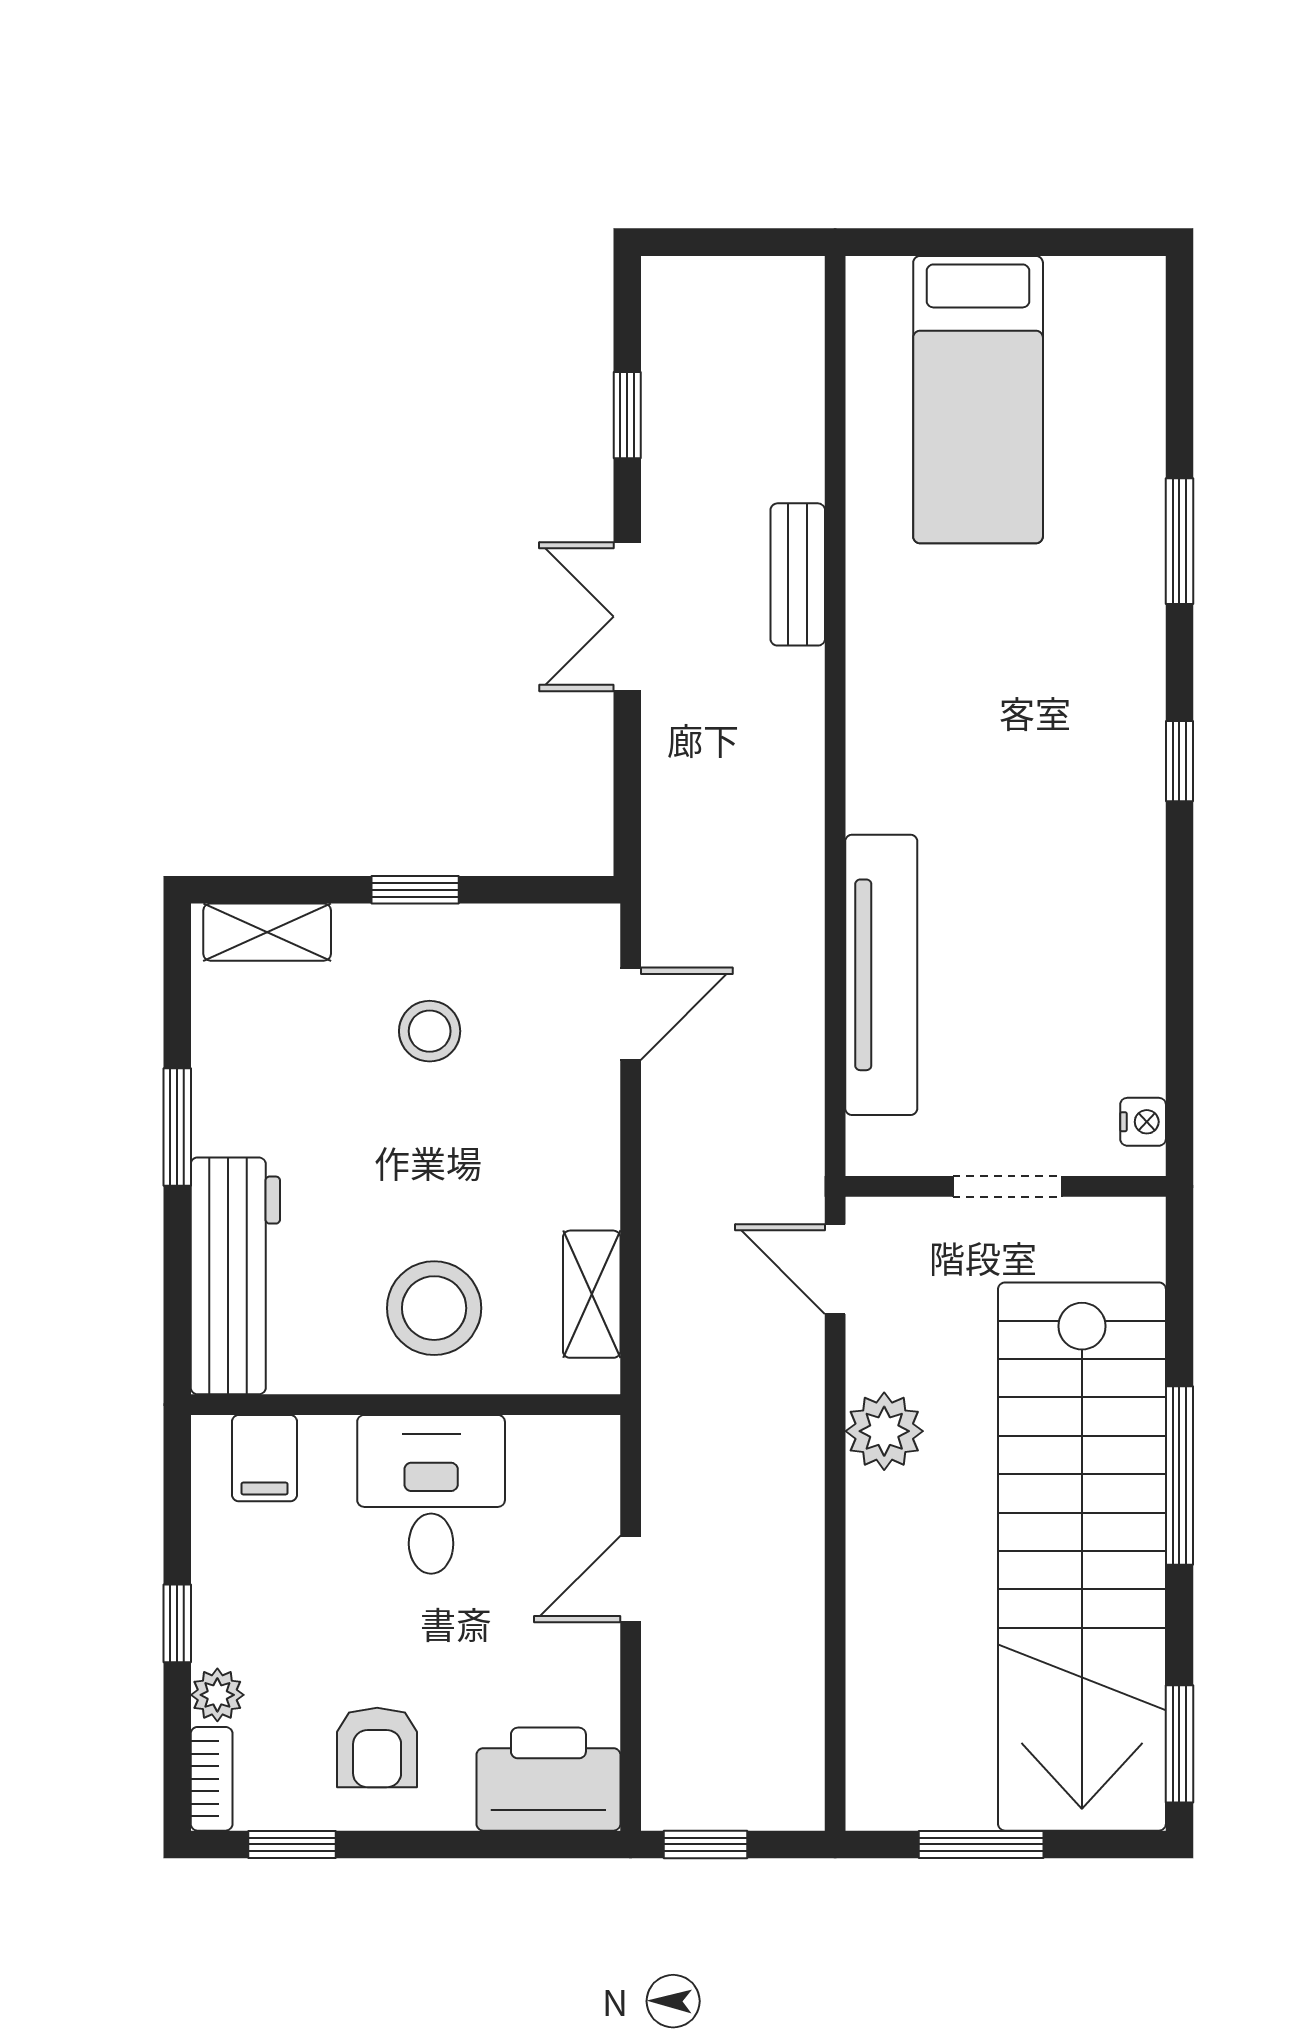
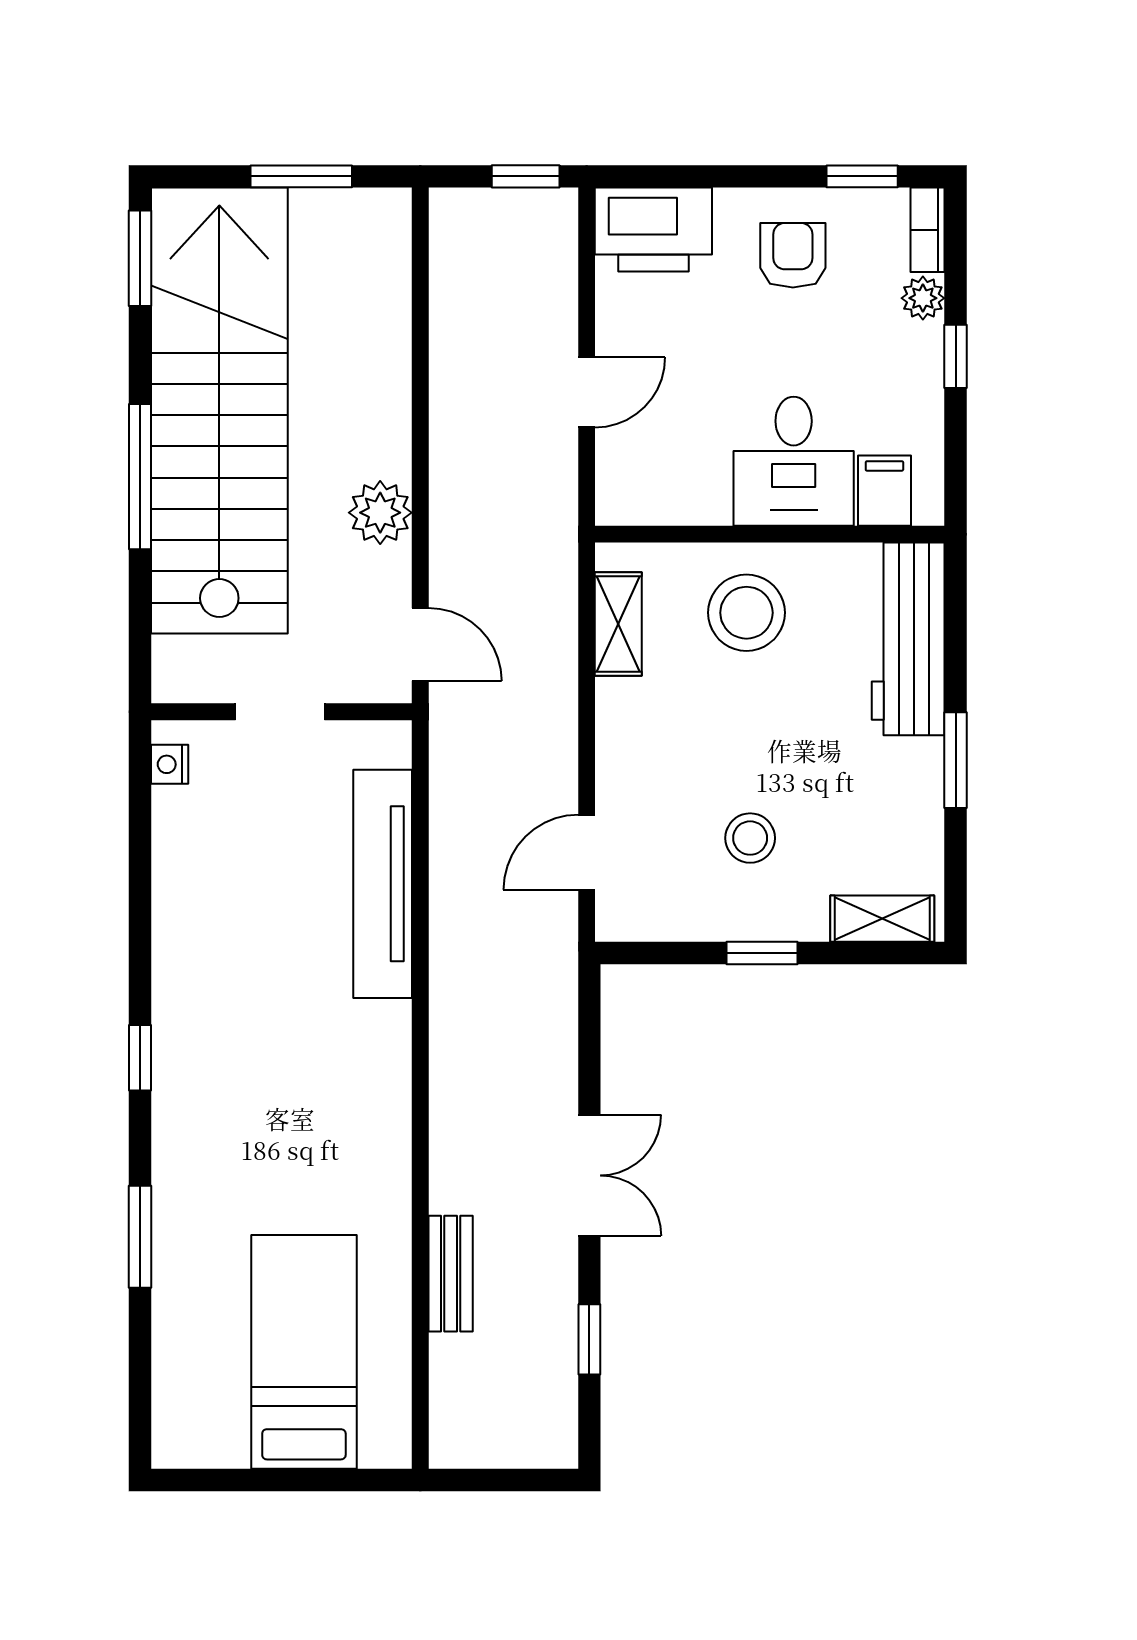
bench: (798, 574) -> (451, 1274), moved
desk: (431, 1494) -> (794, 461), moved

